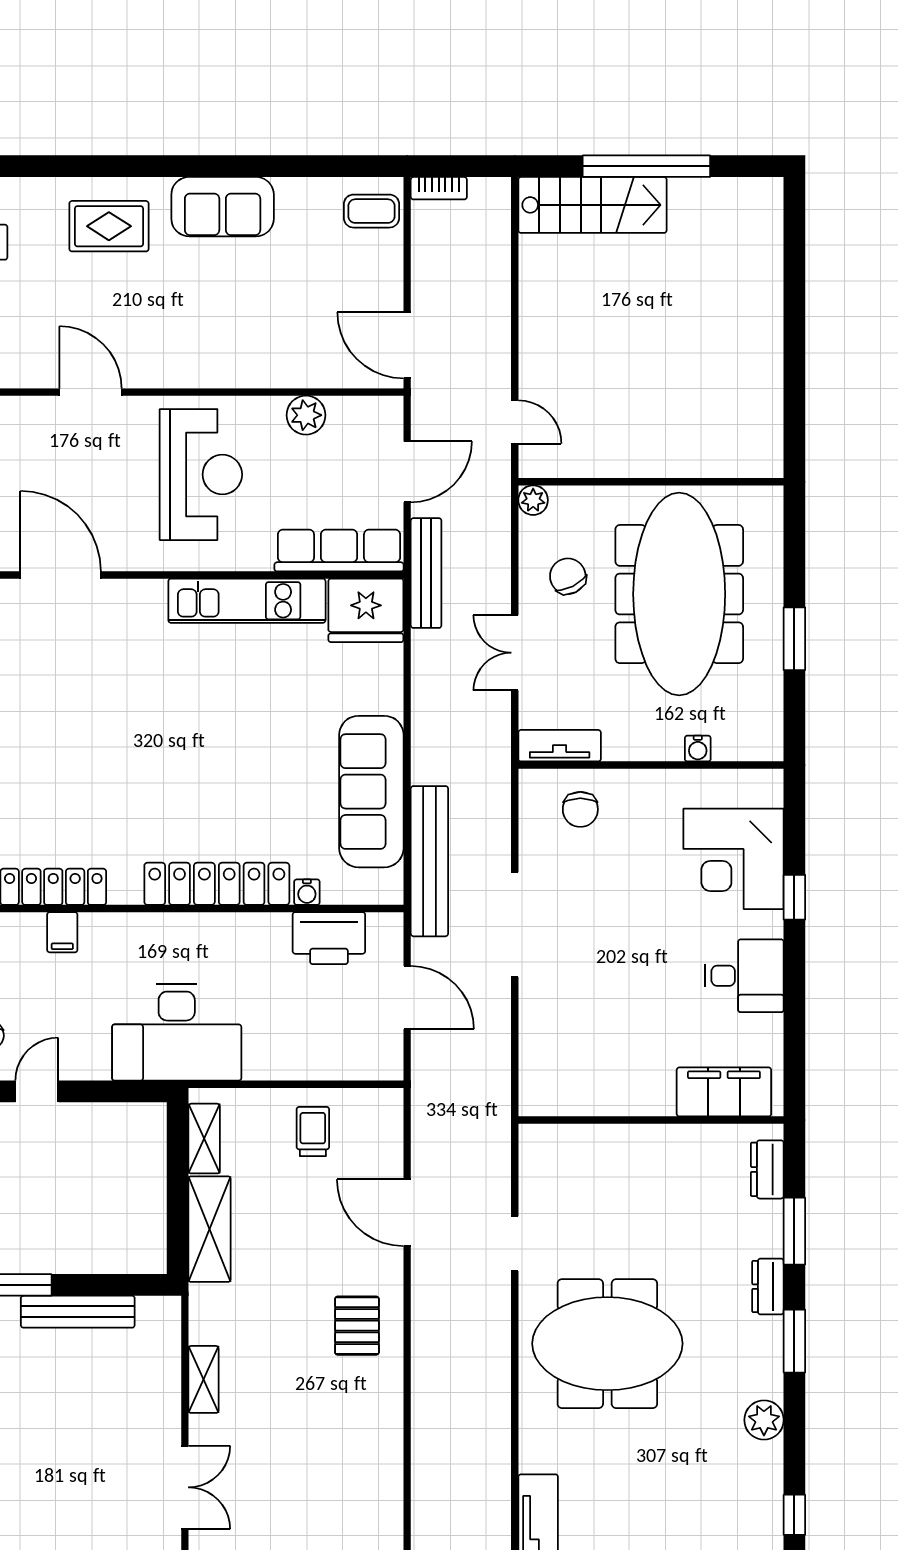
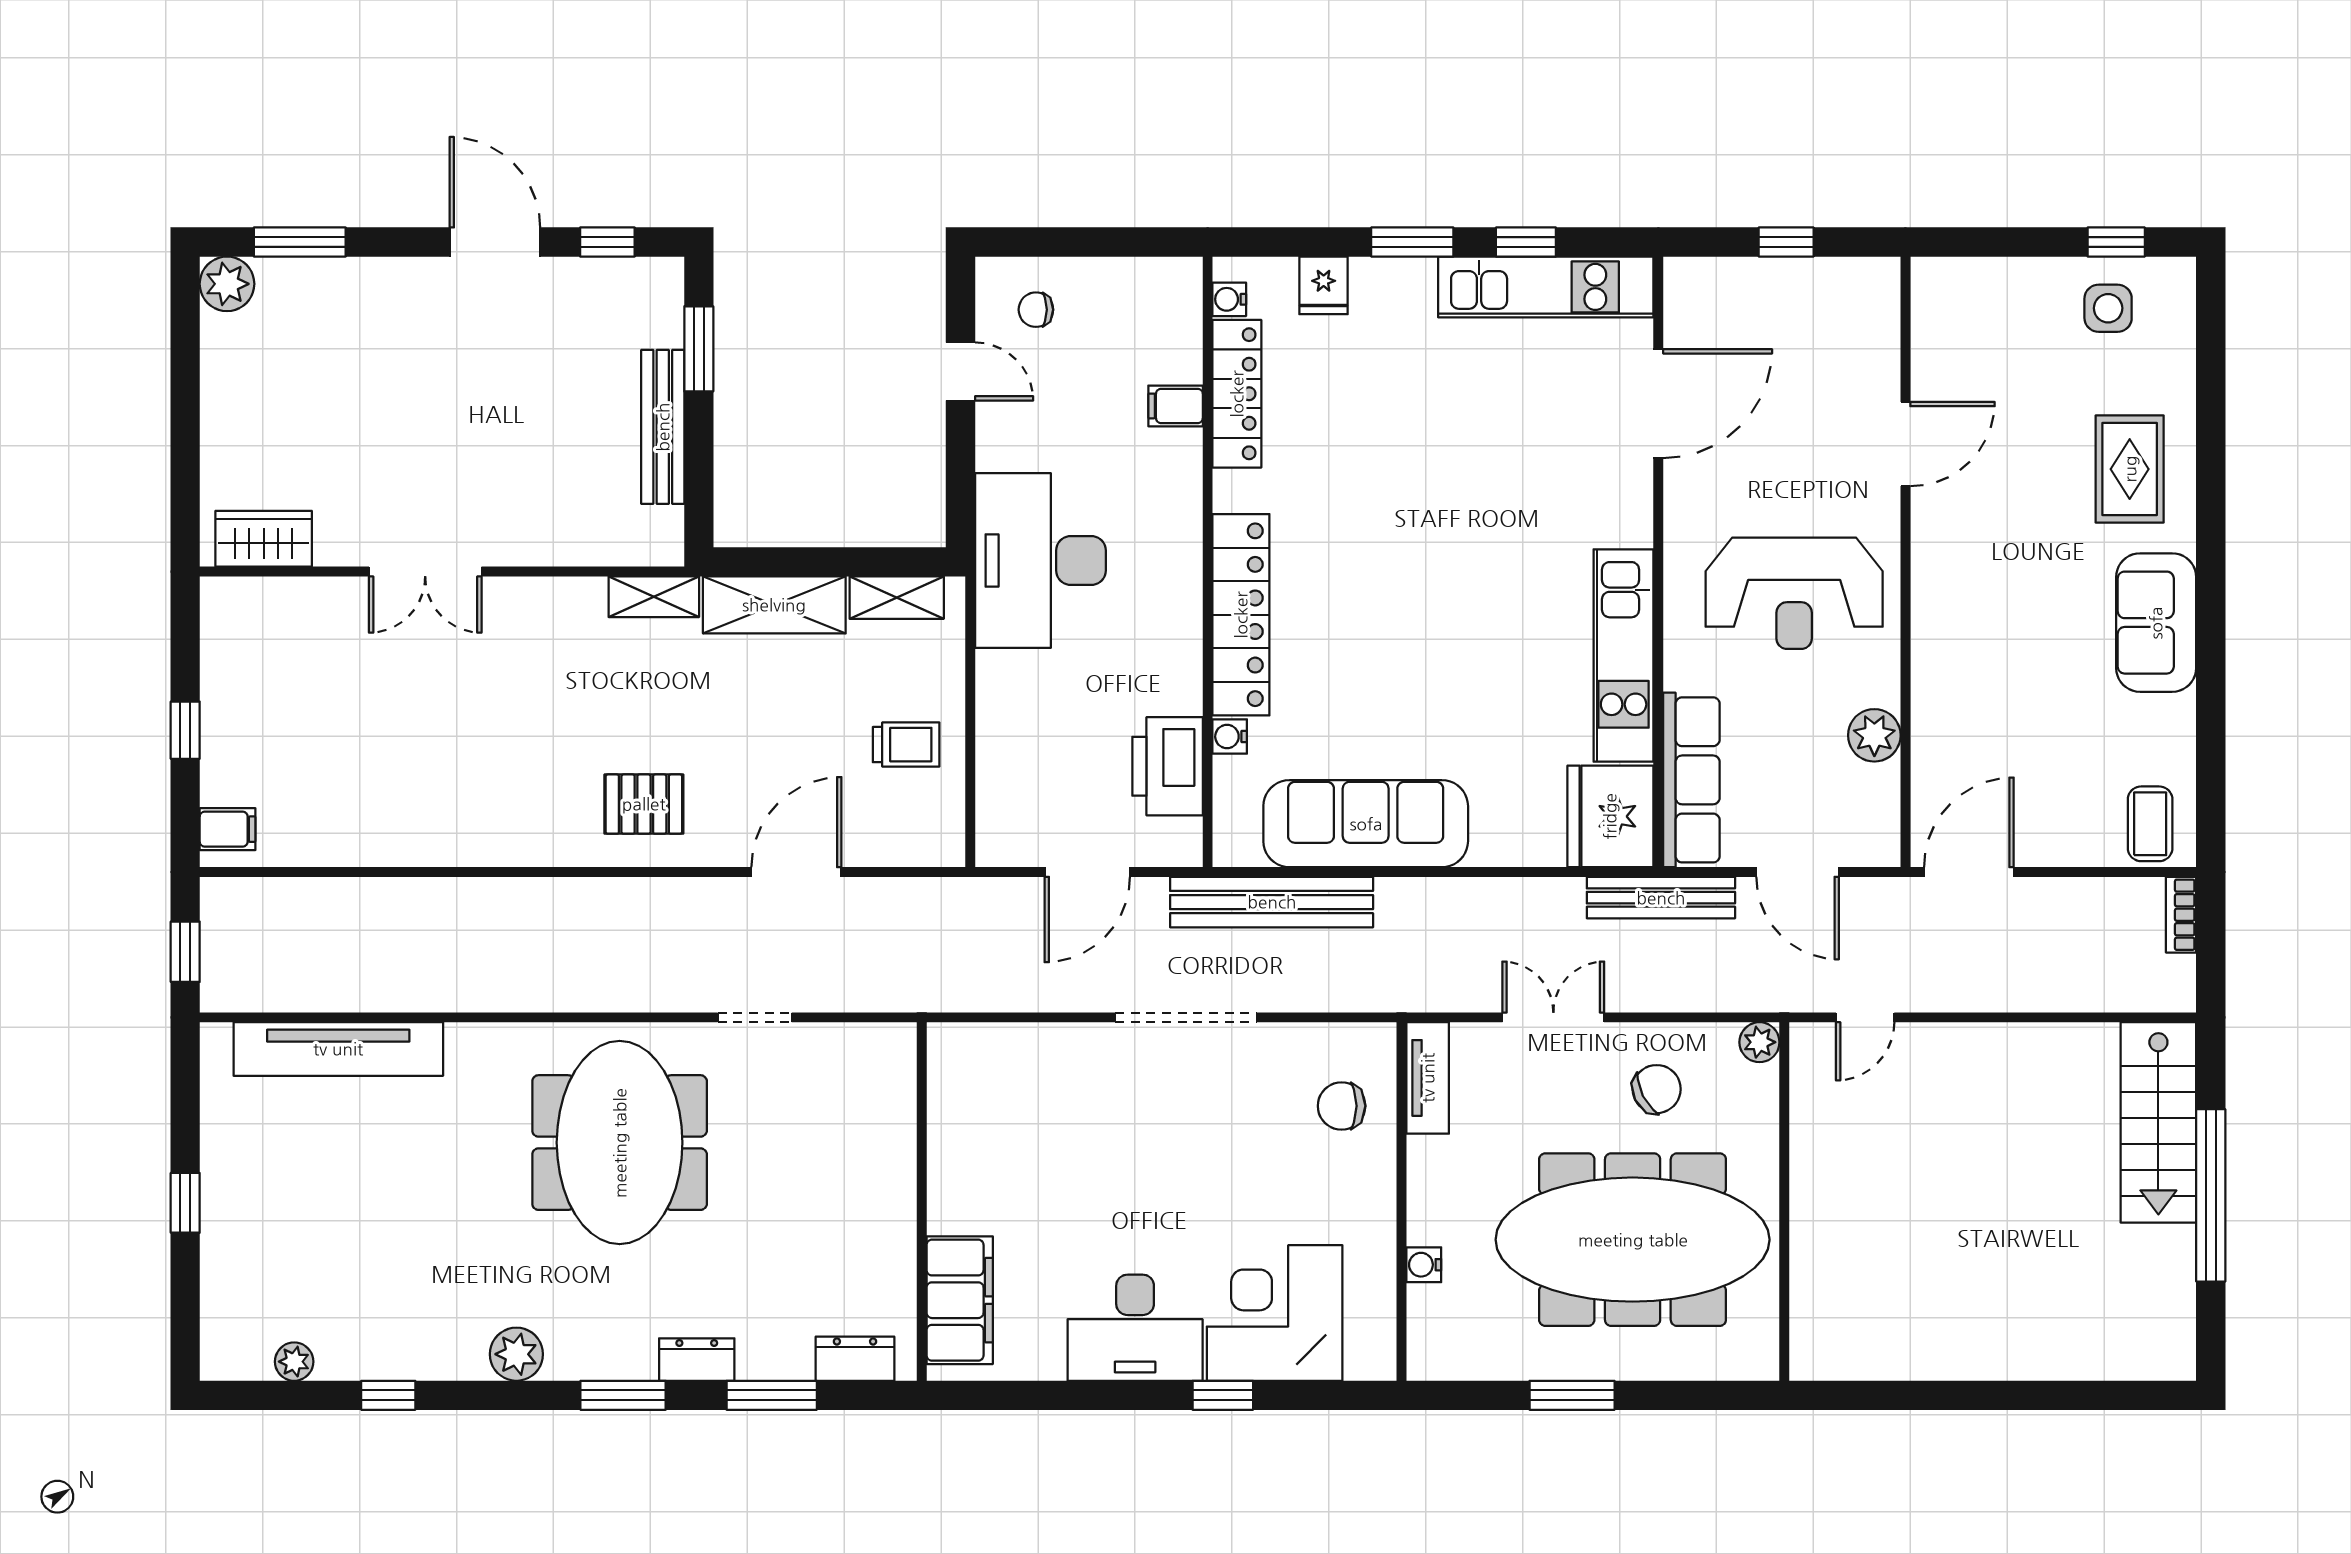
desk: (744, 976) -> (1135, 1328), width x1.37
shelving: (203, 1379) -> (654, 597), moved

